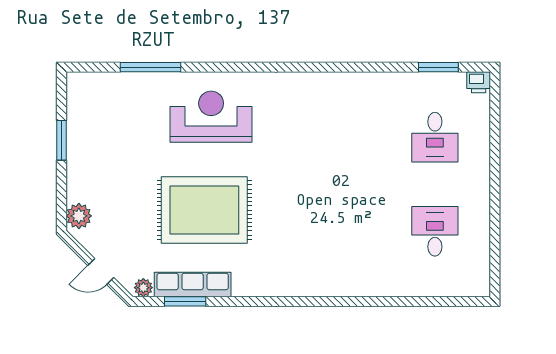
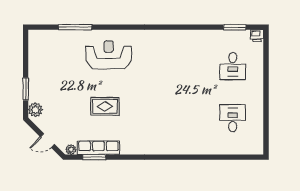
window: (61, 140) -> (26, 89), moved
rug: (204, 210) -> (105, 106), width x0.54, depth x0.49

